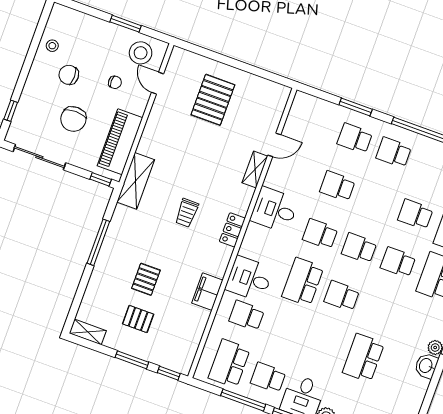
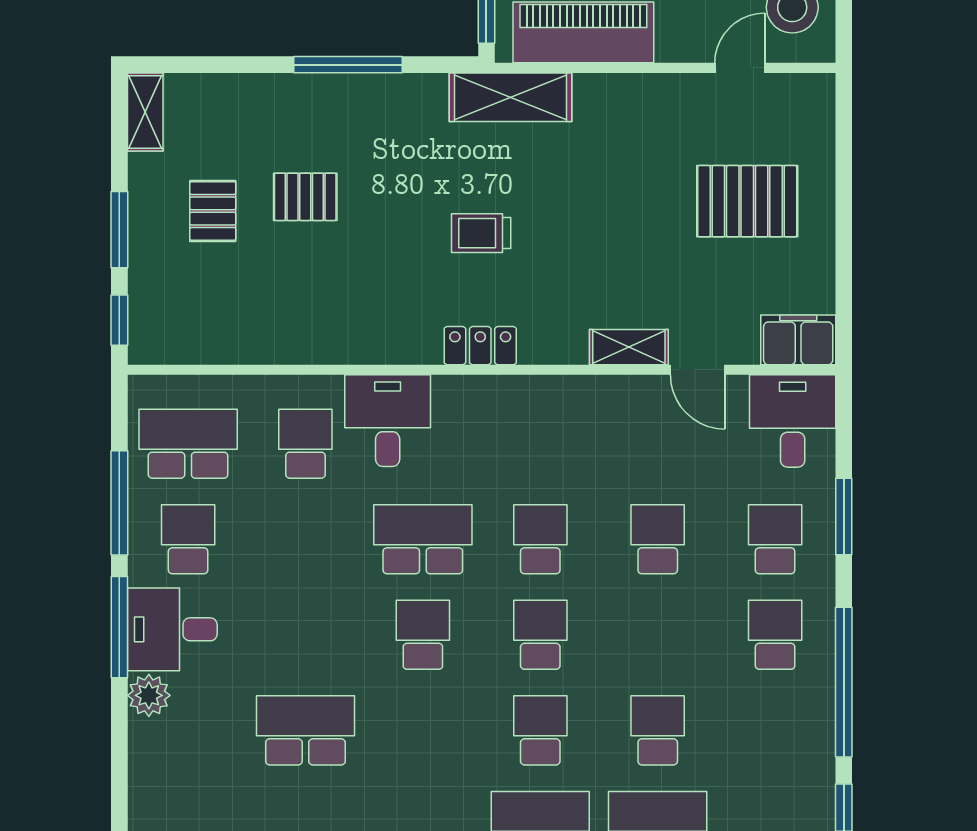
desk: (274, 210) -> (793, 421), moved
filing cabinet: (207, 292) -> (798, 340), moved

